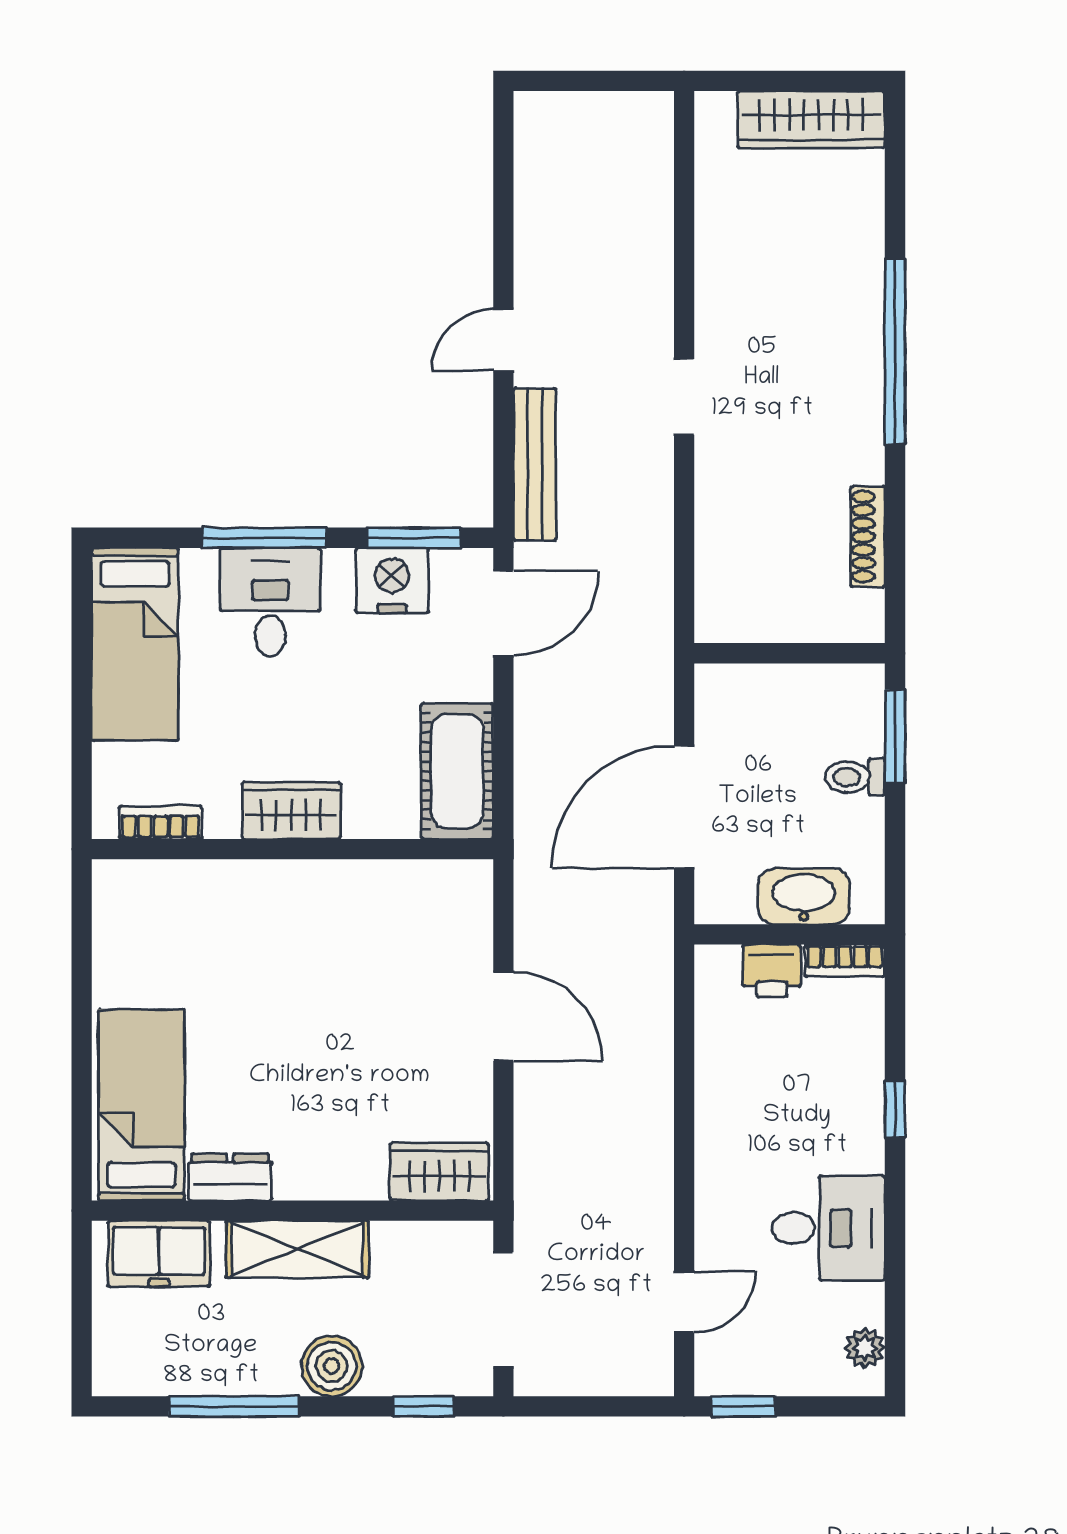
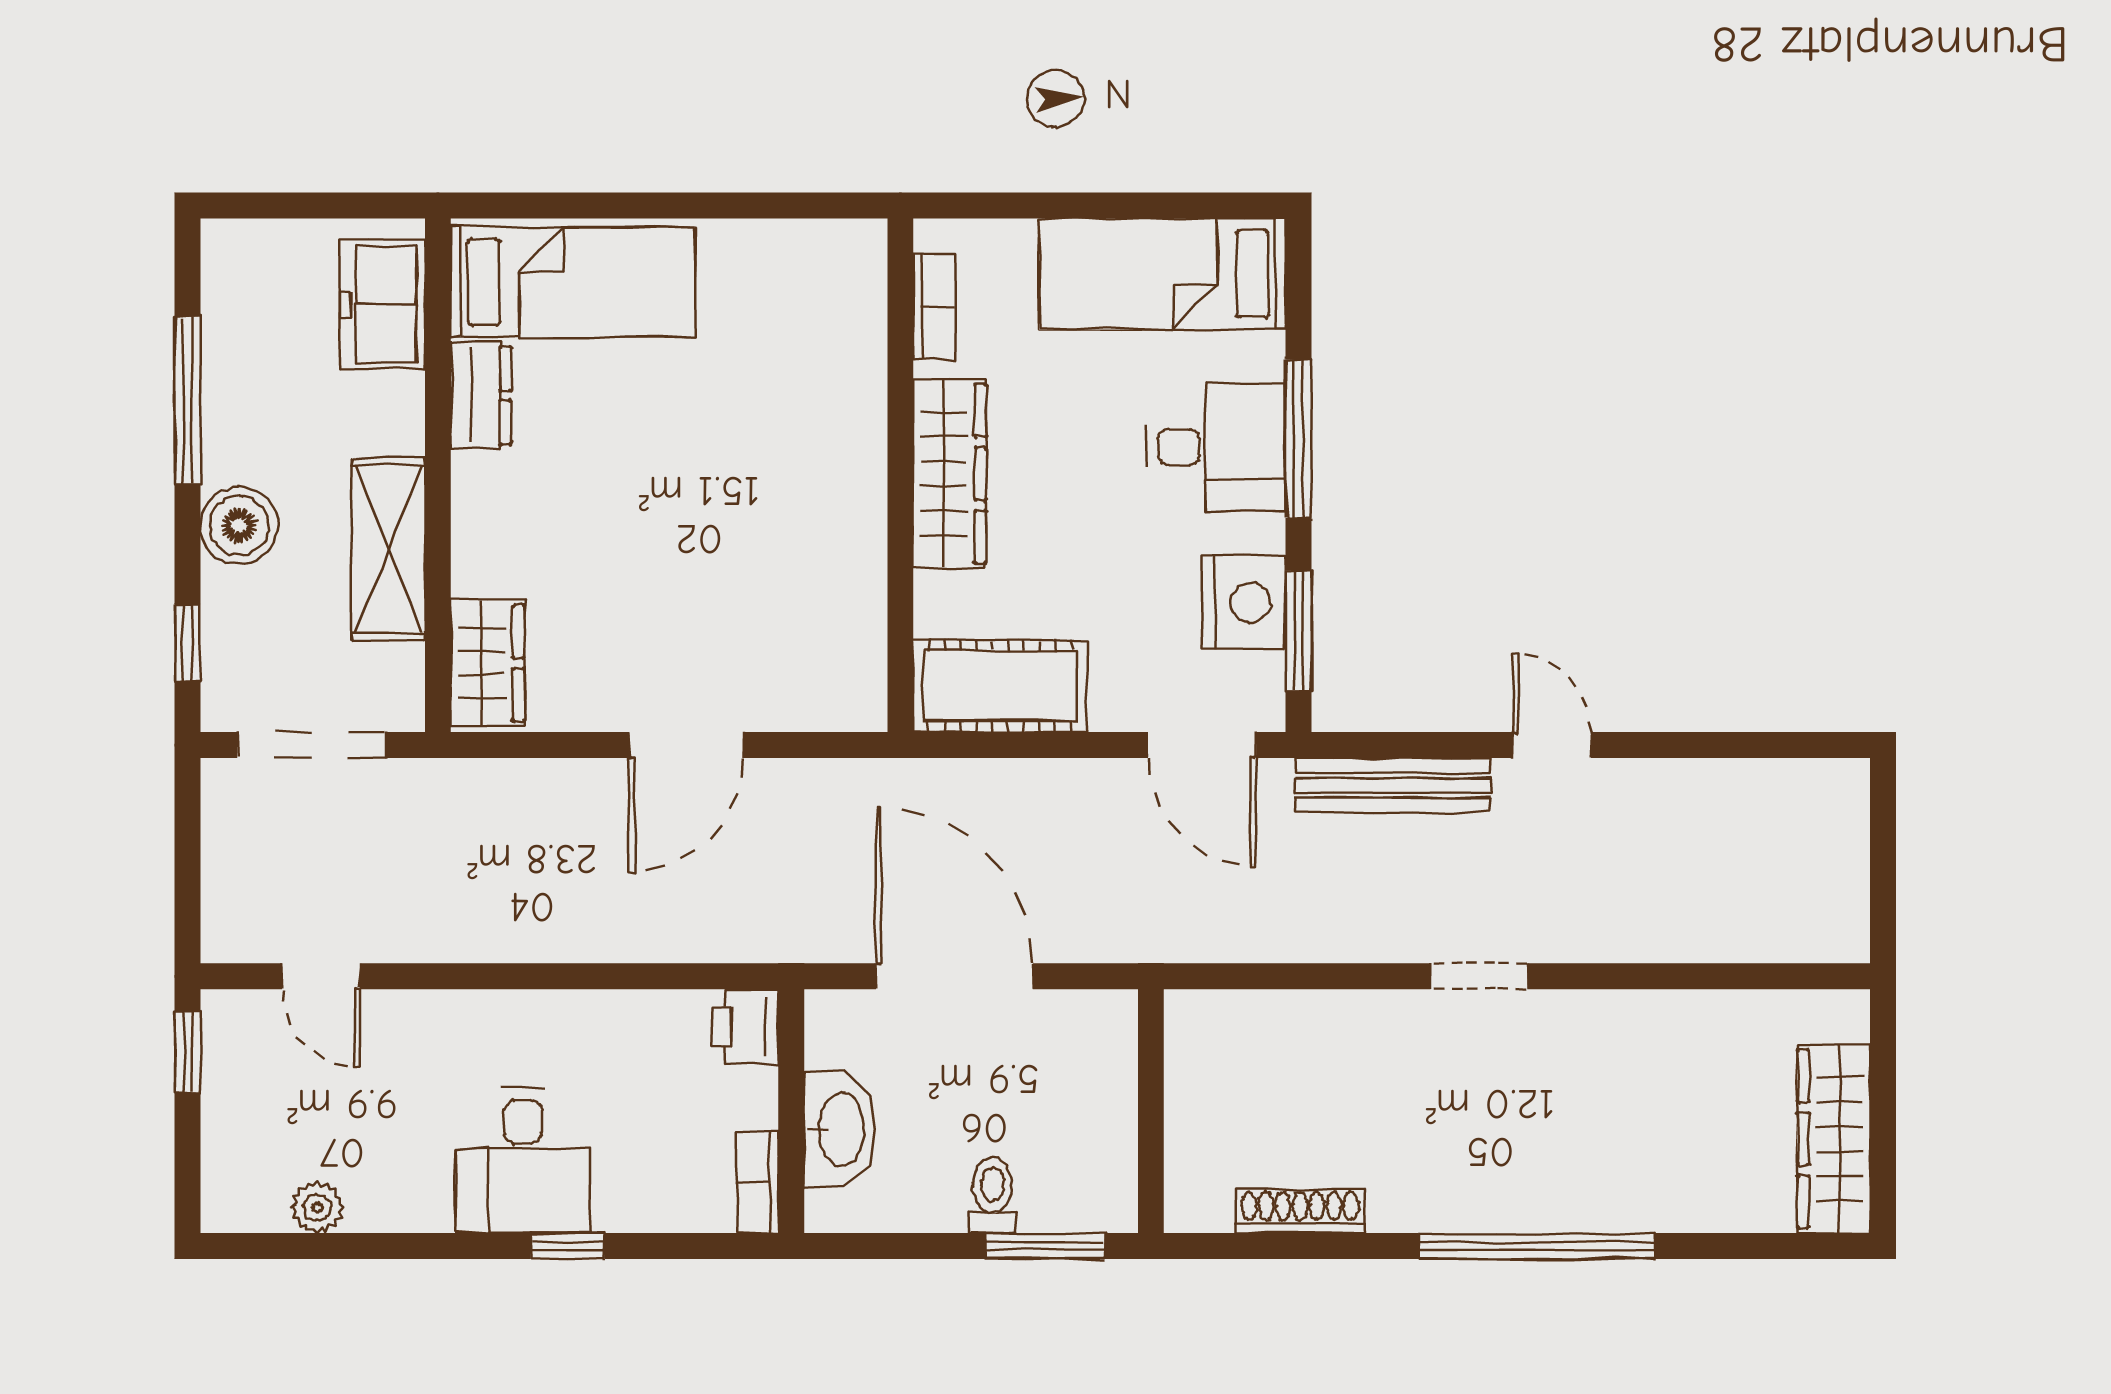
wardrobe: (291, 811) -> (950, 474), width x1.50
printer: (772, 971) -> (745, 1026), moved
desk: (828, 1228) -> (523, 1161), moved
shelving: (297, 1249) -> (389, 549), moved
plant: (865, 1348) -> (317, 1207), moved

